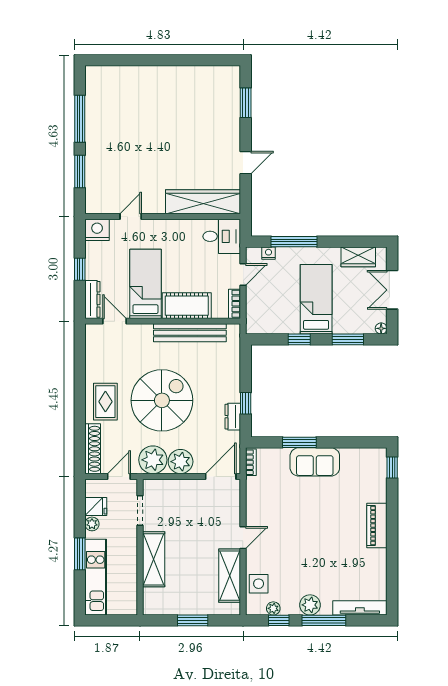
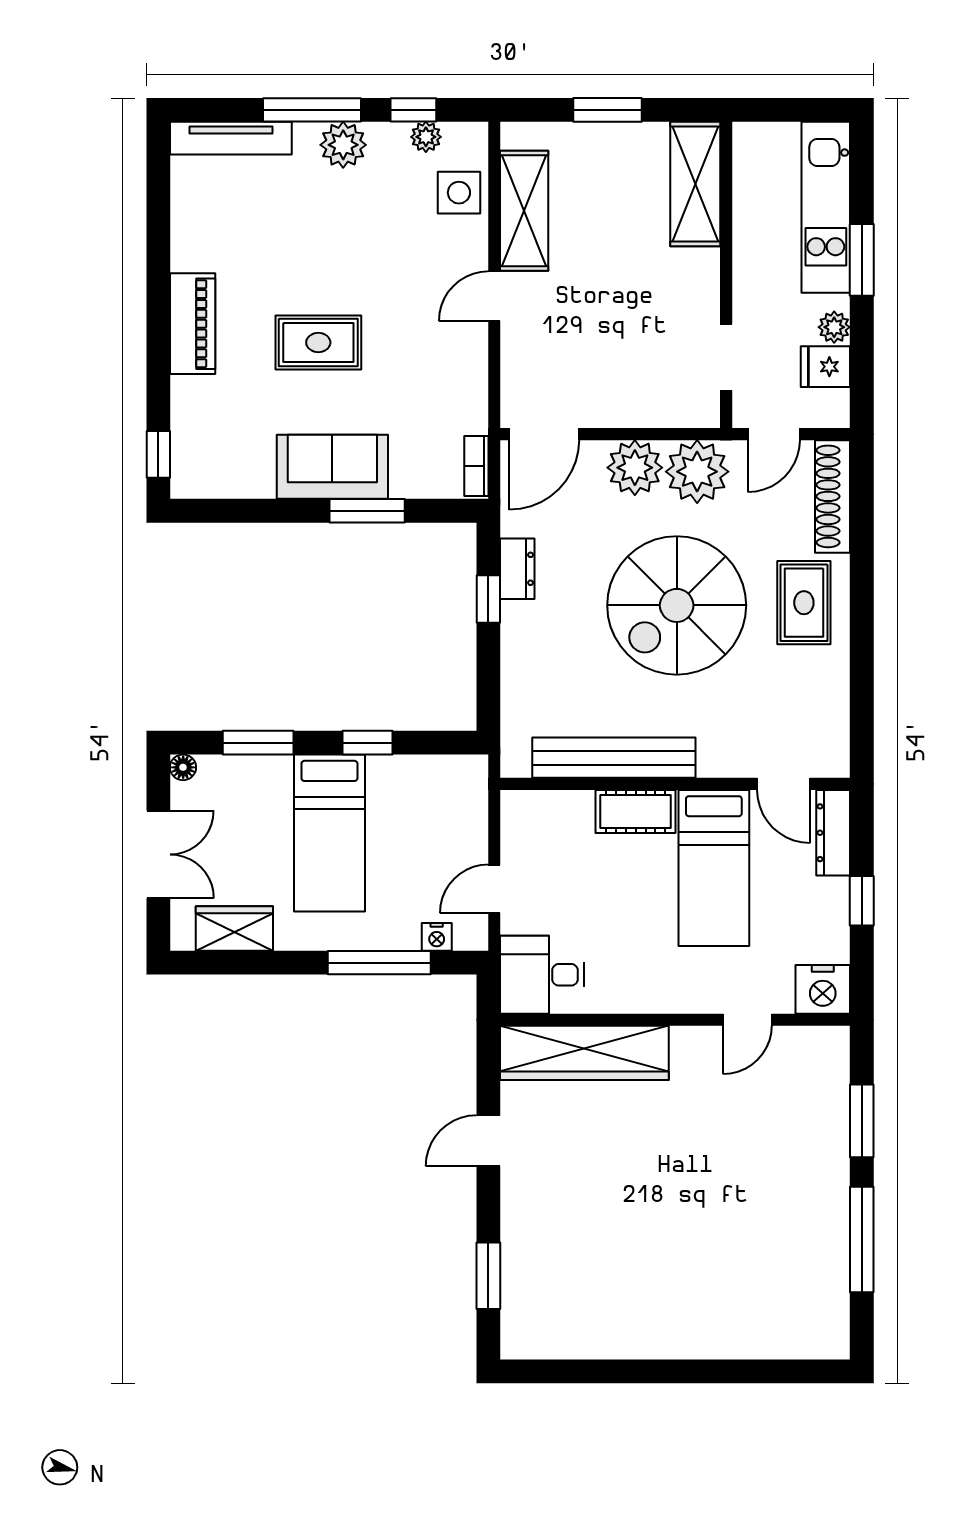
bookcase: (234, 304) -> (513, 823), removed
cot: (187, 306) -> (636, 812), width x0.73, depth x0.75
rug: (321, 517) -> (318, 343), added
shelving: (154, 559) -> (695, 184), moved

